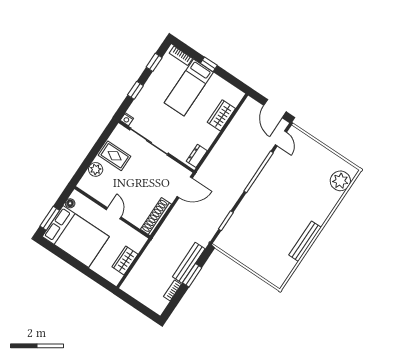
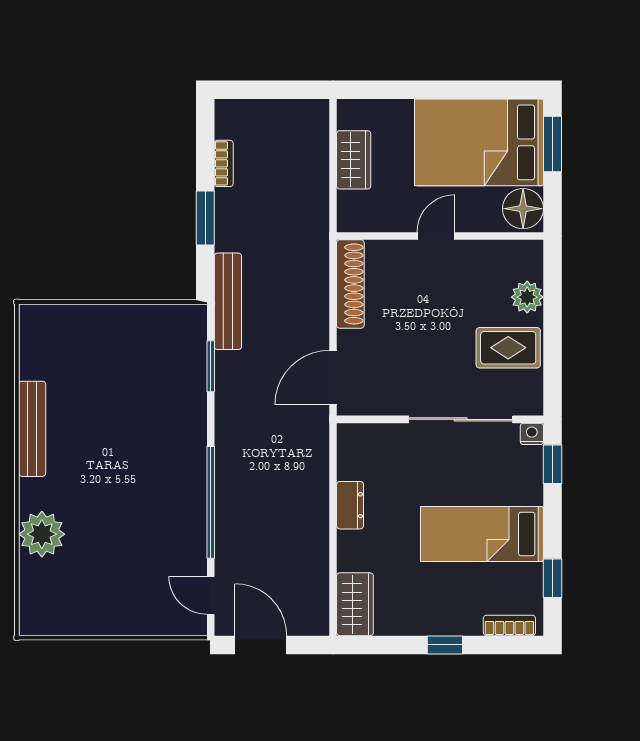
bed: (189, 88) -> (482, 534), moved, turned -90
window: (135, 90) -> (552, 464), moved
wardrobe: (221, 115) -> (355, 604), moved
dresser: (197, 156) -> (350, 505), moved
plant: (340, 181) -> (42, 534), moved
floor lamp: (70, 203) -> (523, 209), width x1.89, depth x1.89
door: (114, 213) -> (436, 236), swing flipped
bench: (189, 263) -> (228, 301), moved

